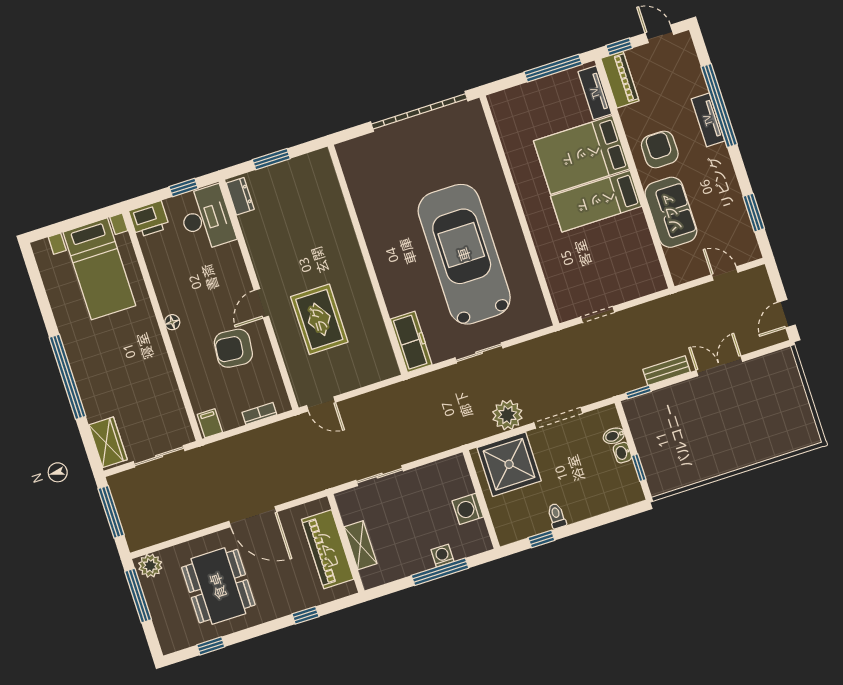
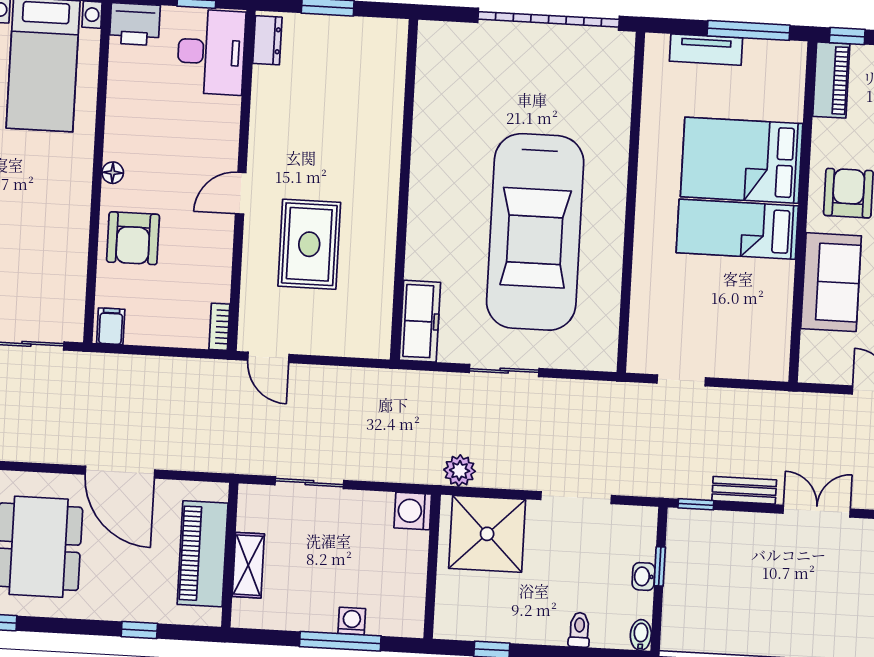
tv unit: (595, 93) -> (706, 50), moved, turned -90
car: (464, 254) -> (535, 232), turned 180
armchair: (233, 348) -> (133, 238), moved, turned -96
bookcase: (259, 413) -> (219, 327), moved, turned -90
plant: (507, 415) -> (460, 471), moved, width x0.73, depth x0.73
bidet: (614, 436) -> (641, 635), moved, turned 90
window: (639, 468) -> (660, 566), moved
washing machine: (468, 509) -> (413, 511), moved
toilet: (557, 516) -> (579, 630), moved

